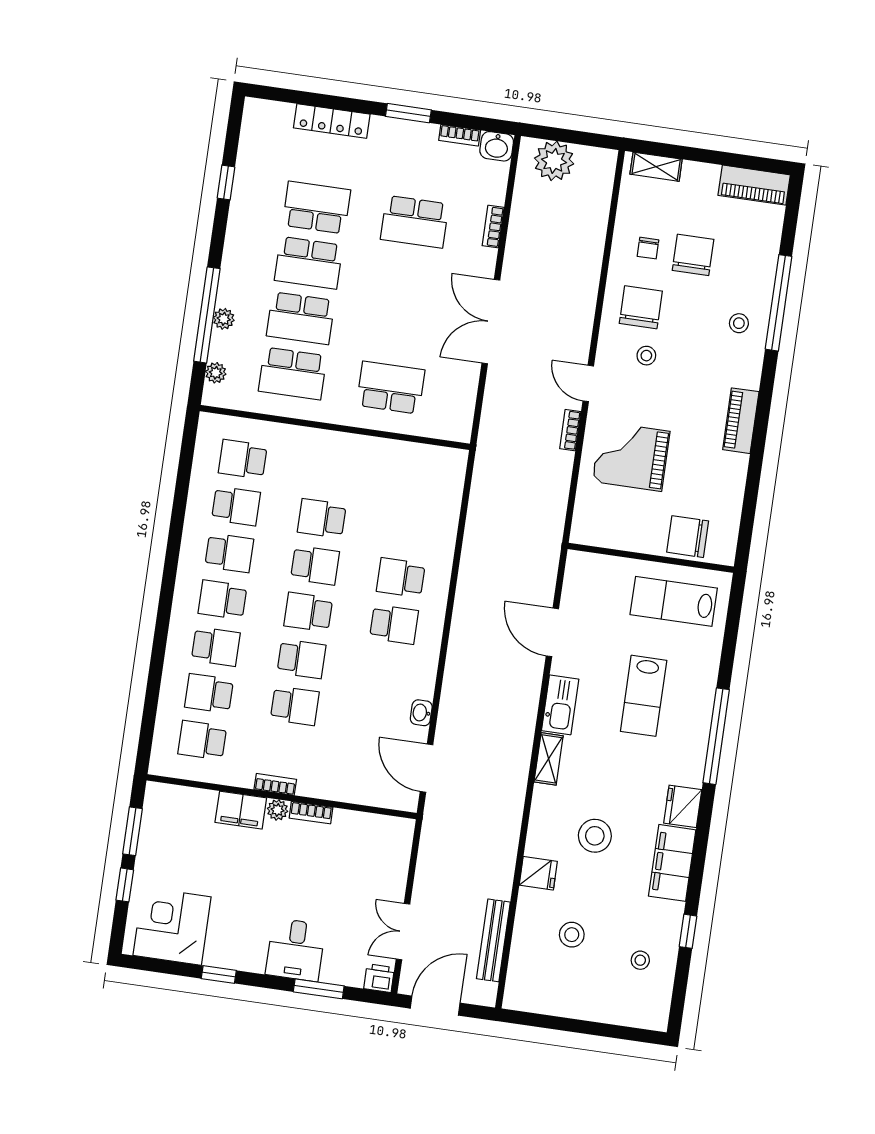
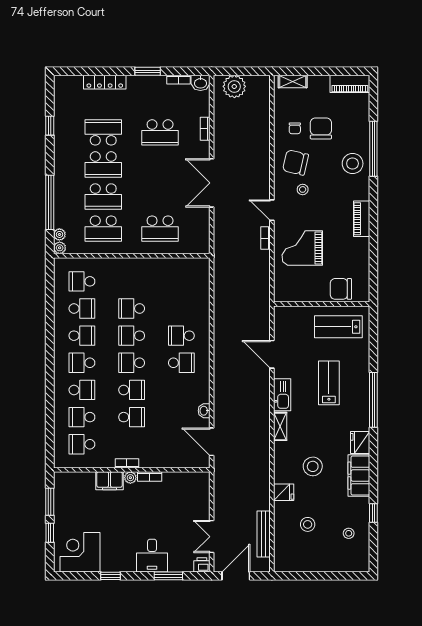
chair: (641, 307) -> (296, 162), turned -77
plant: (224, 319) -> (60, 248), moved
stool: (739, 323) -> (353, 164), width x1.89, depth x1.89
school desk: (391, 388) -> (160, 229), turned 180
school desk: (315, 565) -> (132, 336), turned 180
lab bench: (644, 696) -> (329, 383), turned 180

